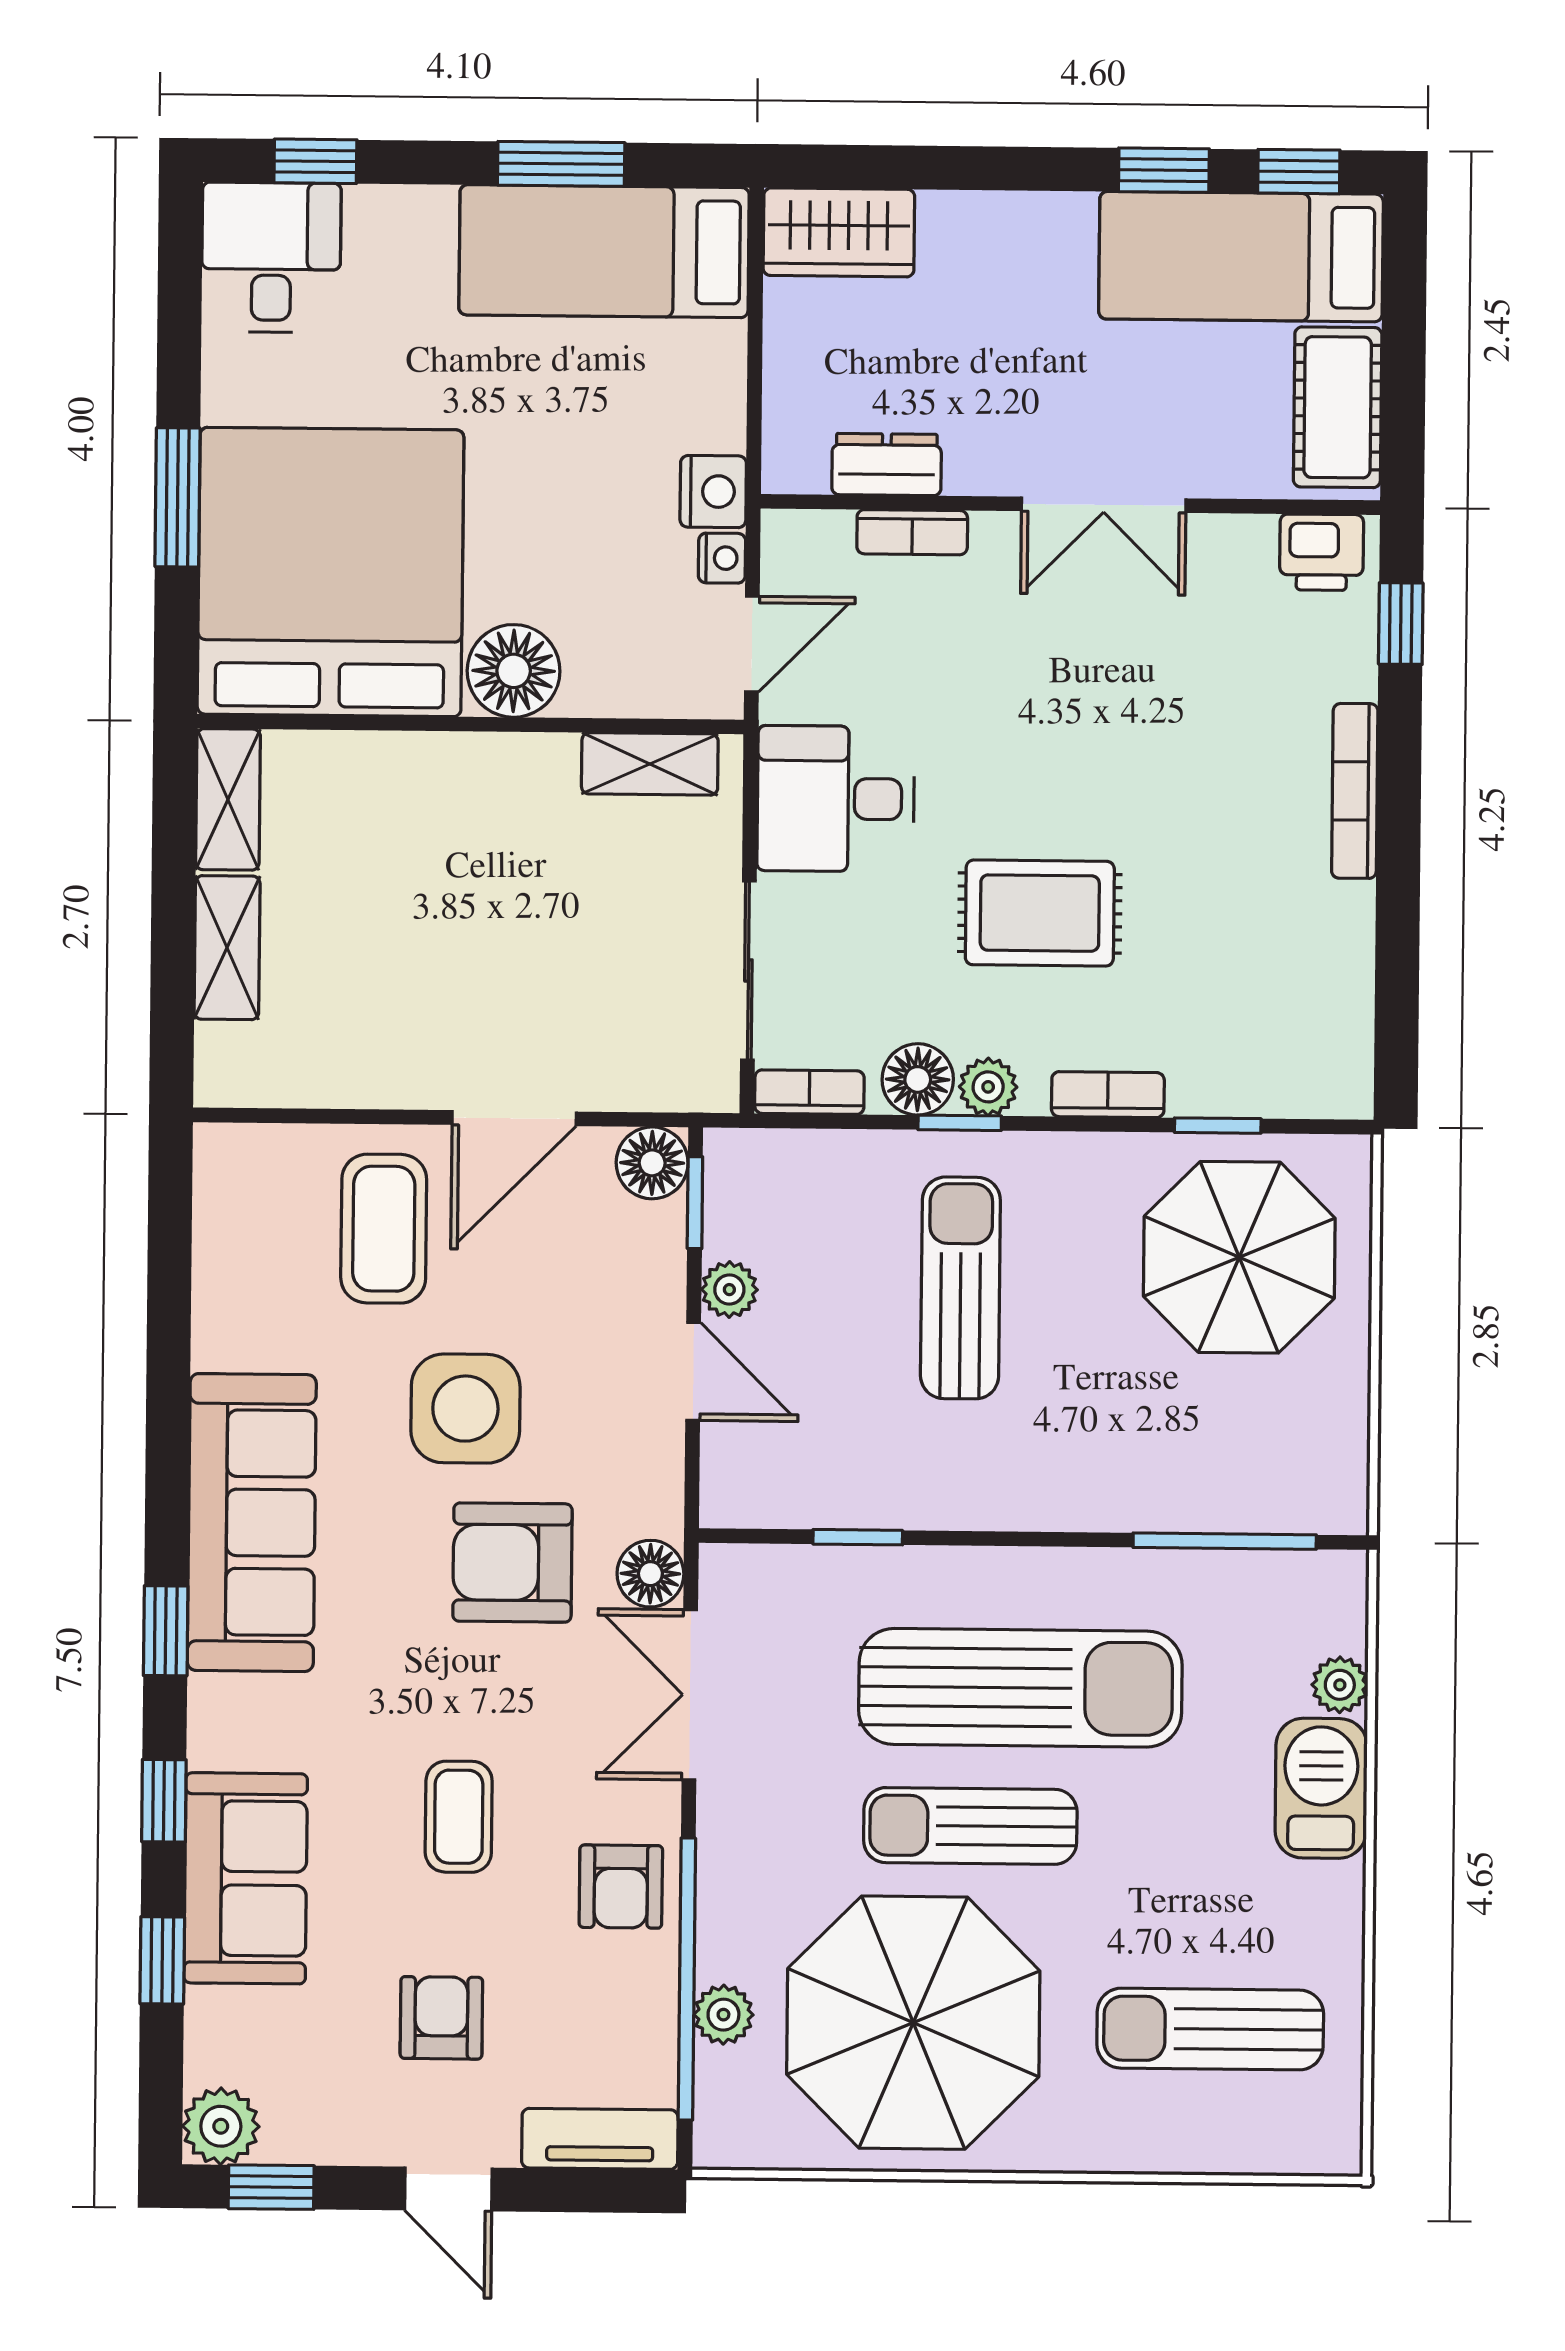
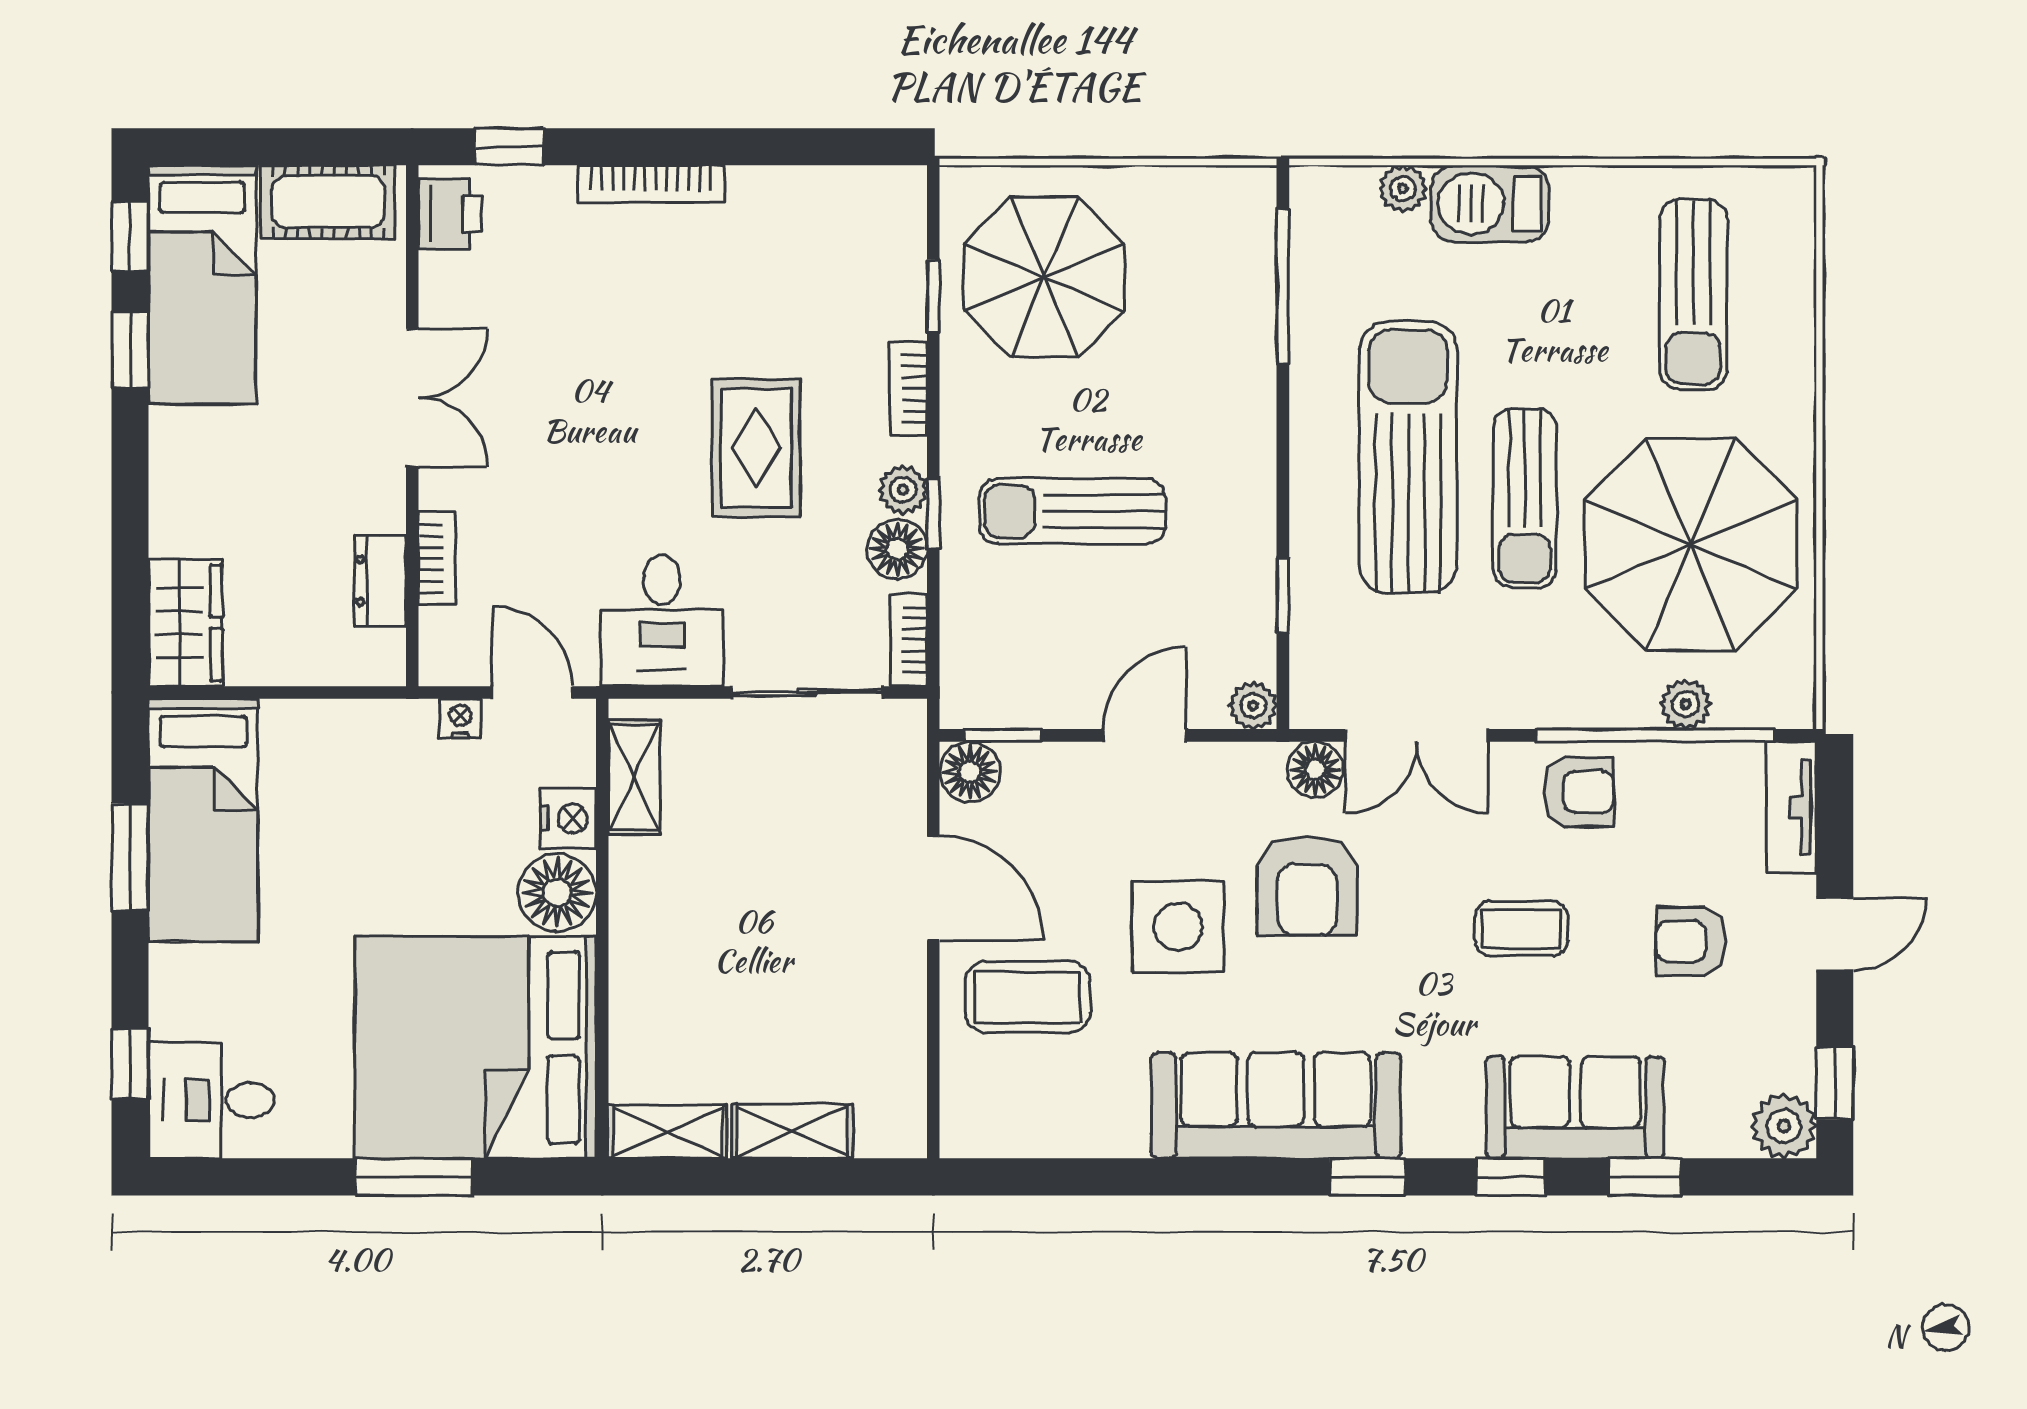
nightstand: (713, 492) -> (568, 819), moved, turned 90
plant: (729, 1290) -> (1253, 706), moved

